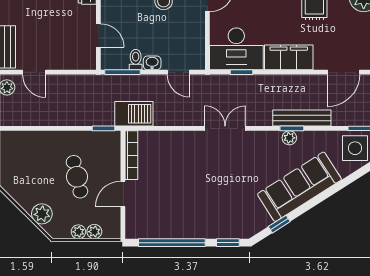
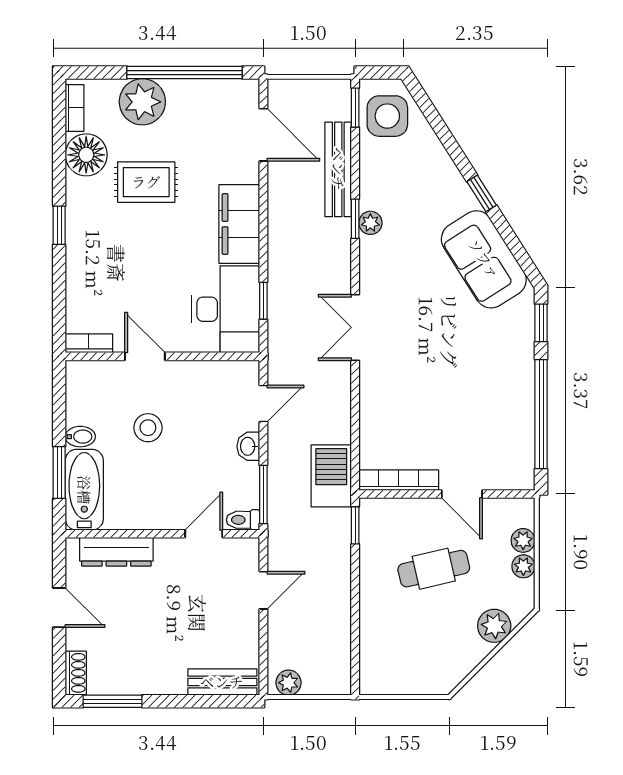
toilet: (136, 60) -> (243, 520), moved
door: (34, 72) -> (263, 590), moved
bench: (302, 118) -> (338, 169), moved
sofa: (299, 187) -> (484, 259), moved, width x0.73
window: (279, 224) -> (482, 193), moved

